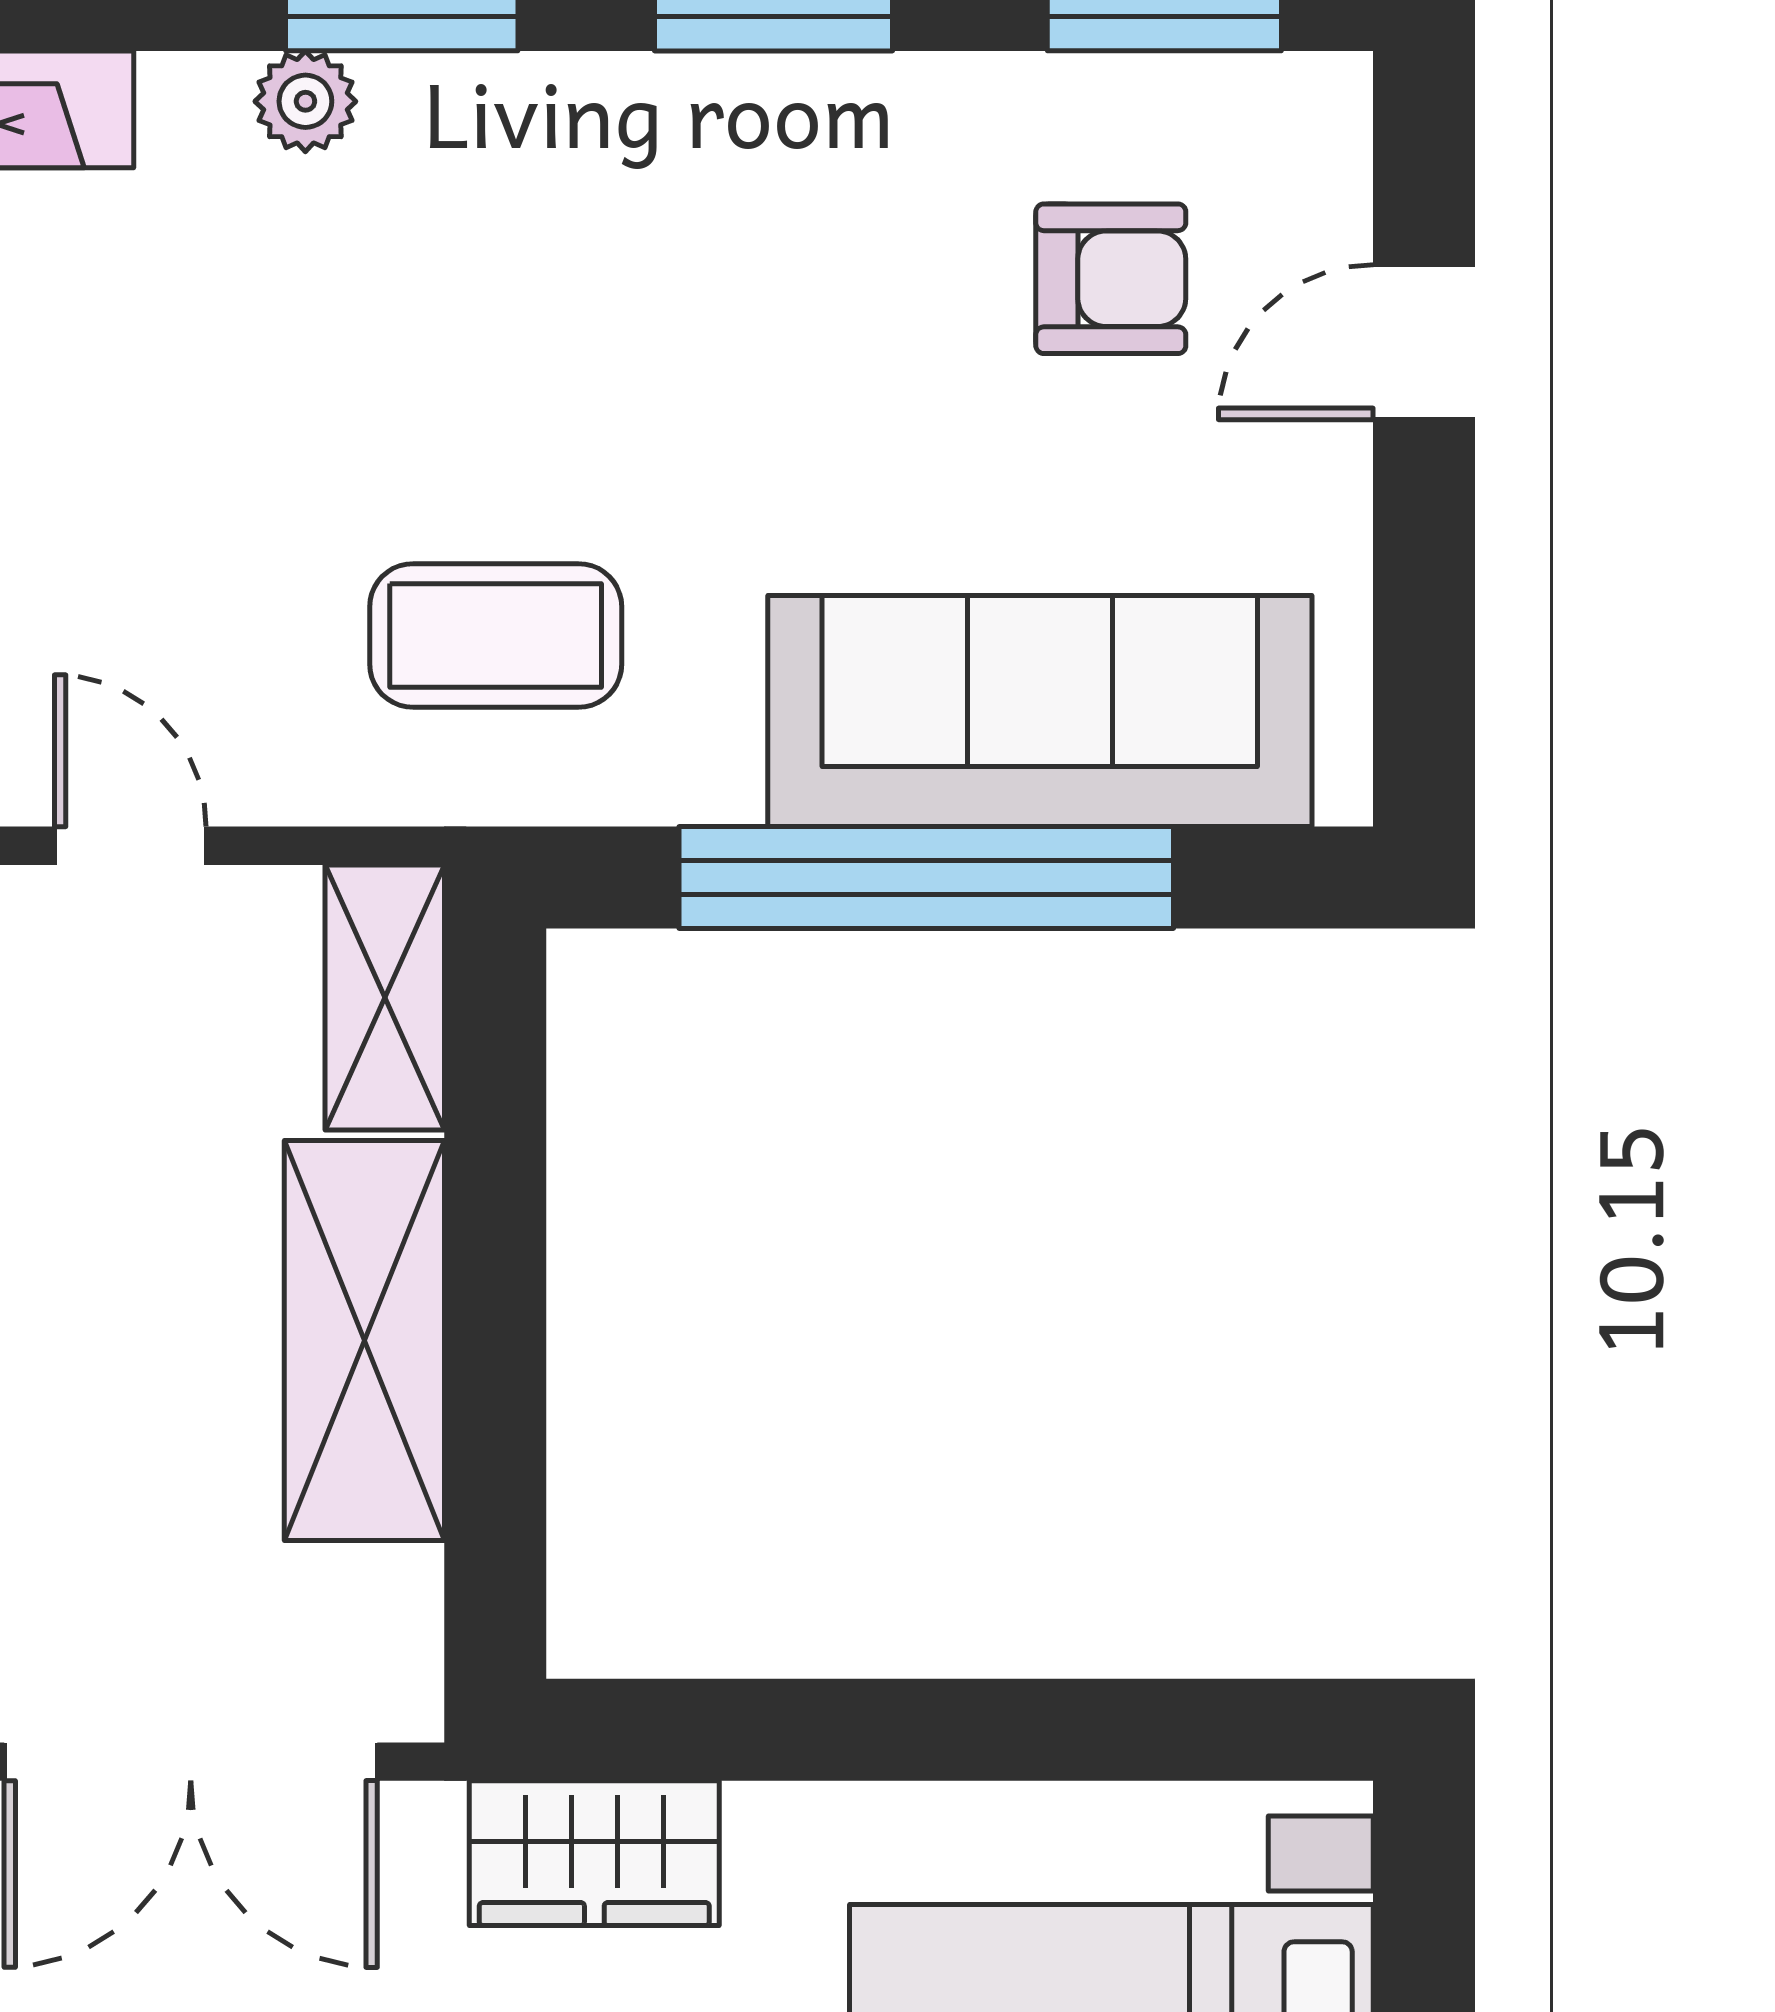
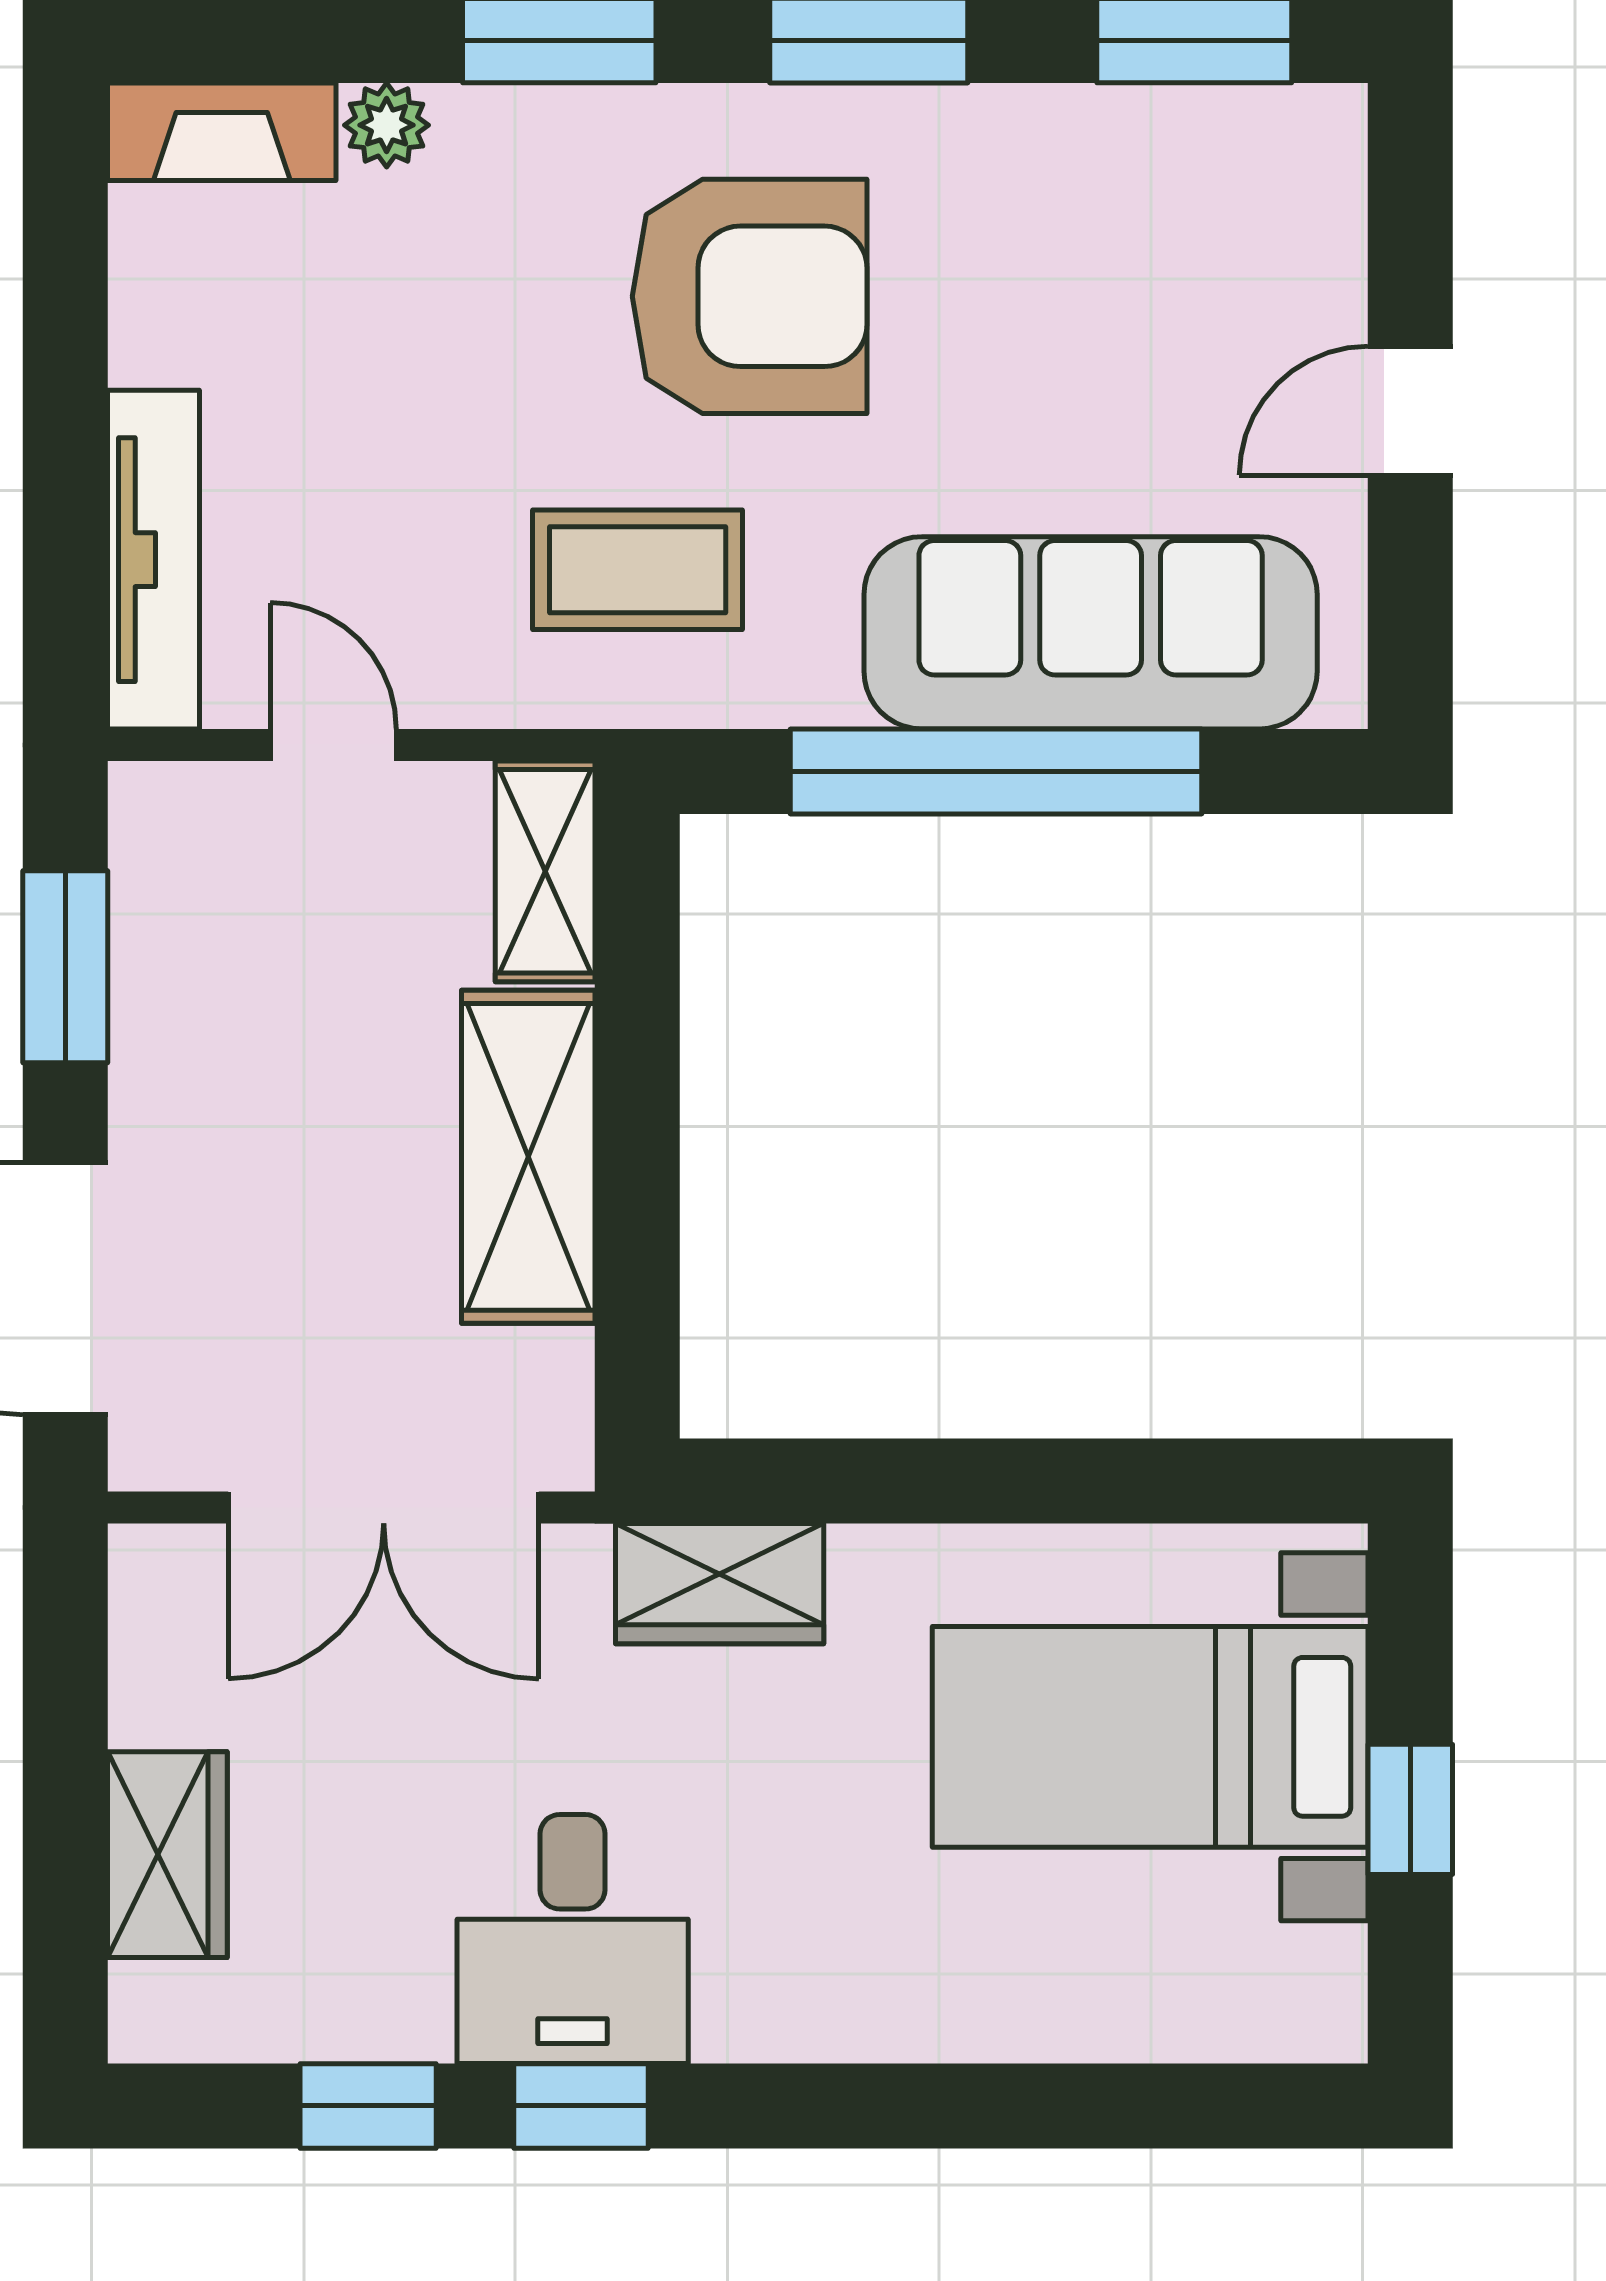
plant: (305, 101) -> (387, 125), moved
armchair: (1111, 279) -> (750, 296), moved, width x1.88, depth x1.88
door: (1424, 342) -> (1410, 411), moved

